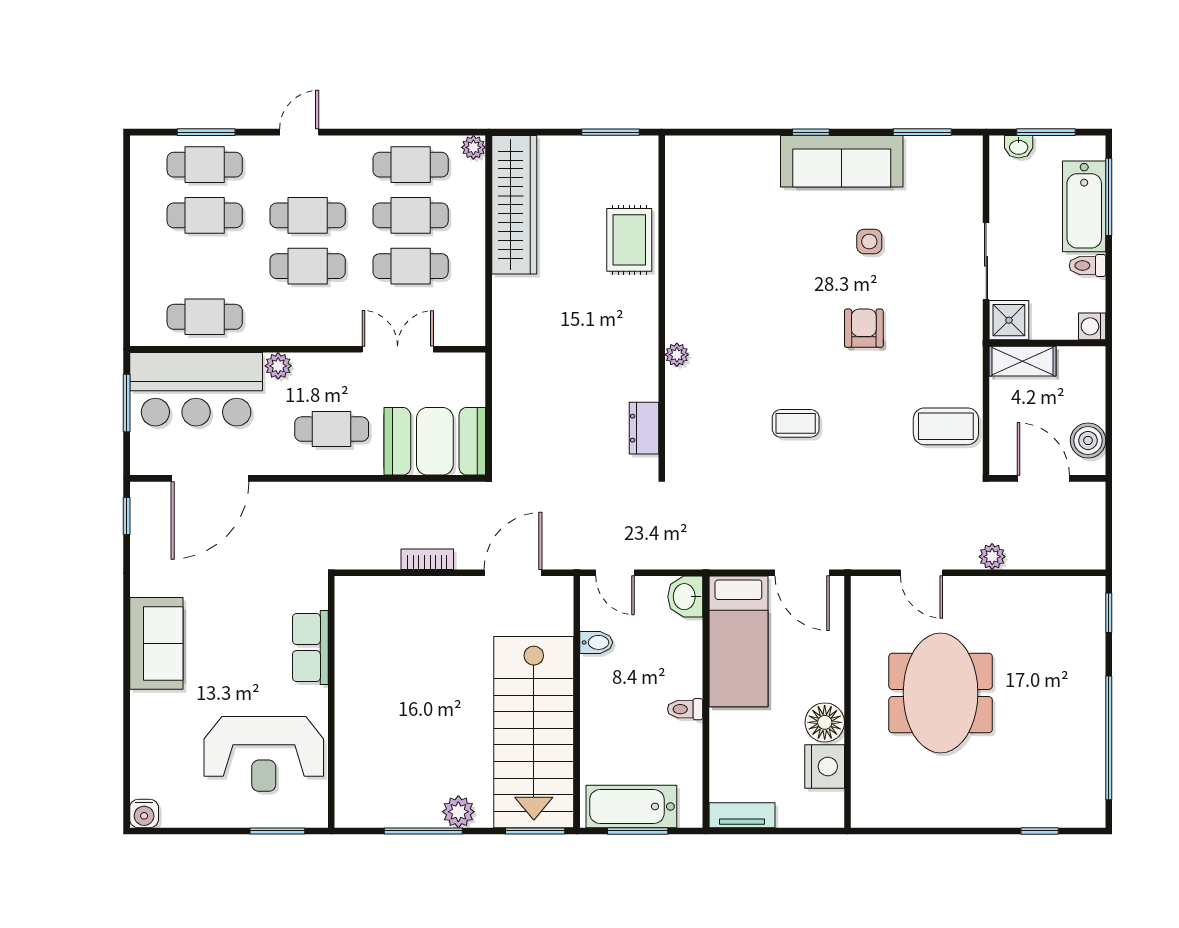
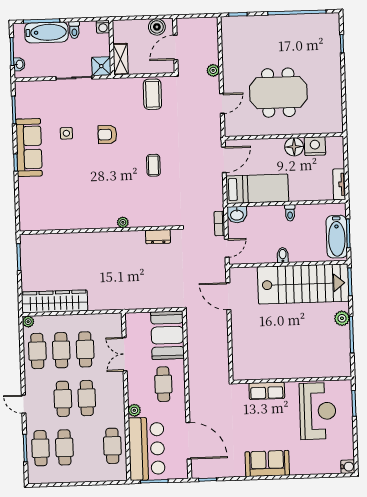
rug: (629, 240) -> (69, 247), removed
bookcase: (427, 559) -> (220, 223), moved
bidet: (596, 642) -> (283, 255), moved

